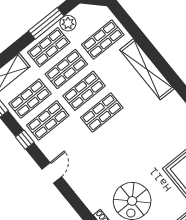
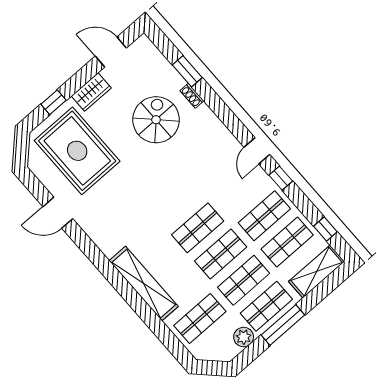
window: (46, 23) -> (283, 325), moved
window: (25, 140) -> (281, 178), moved

